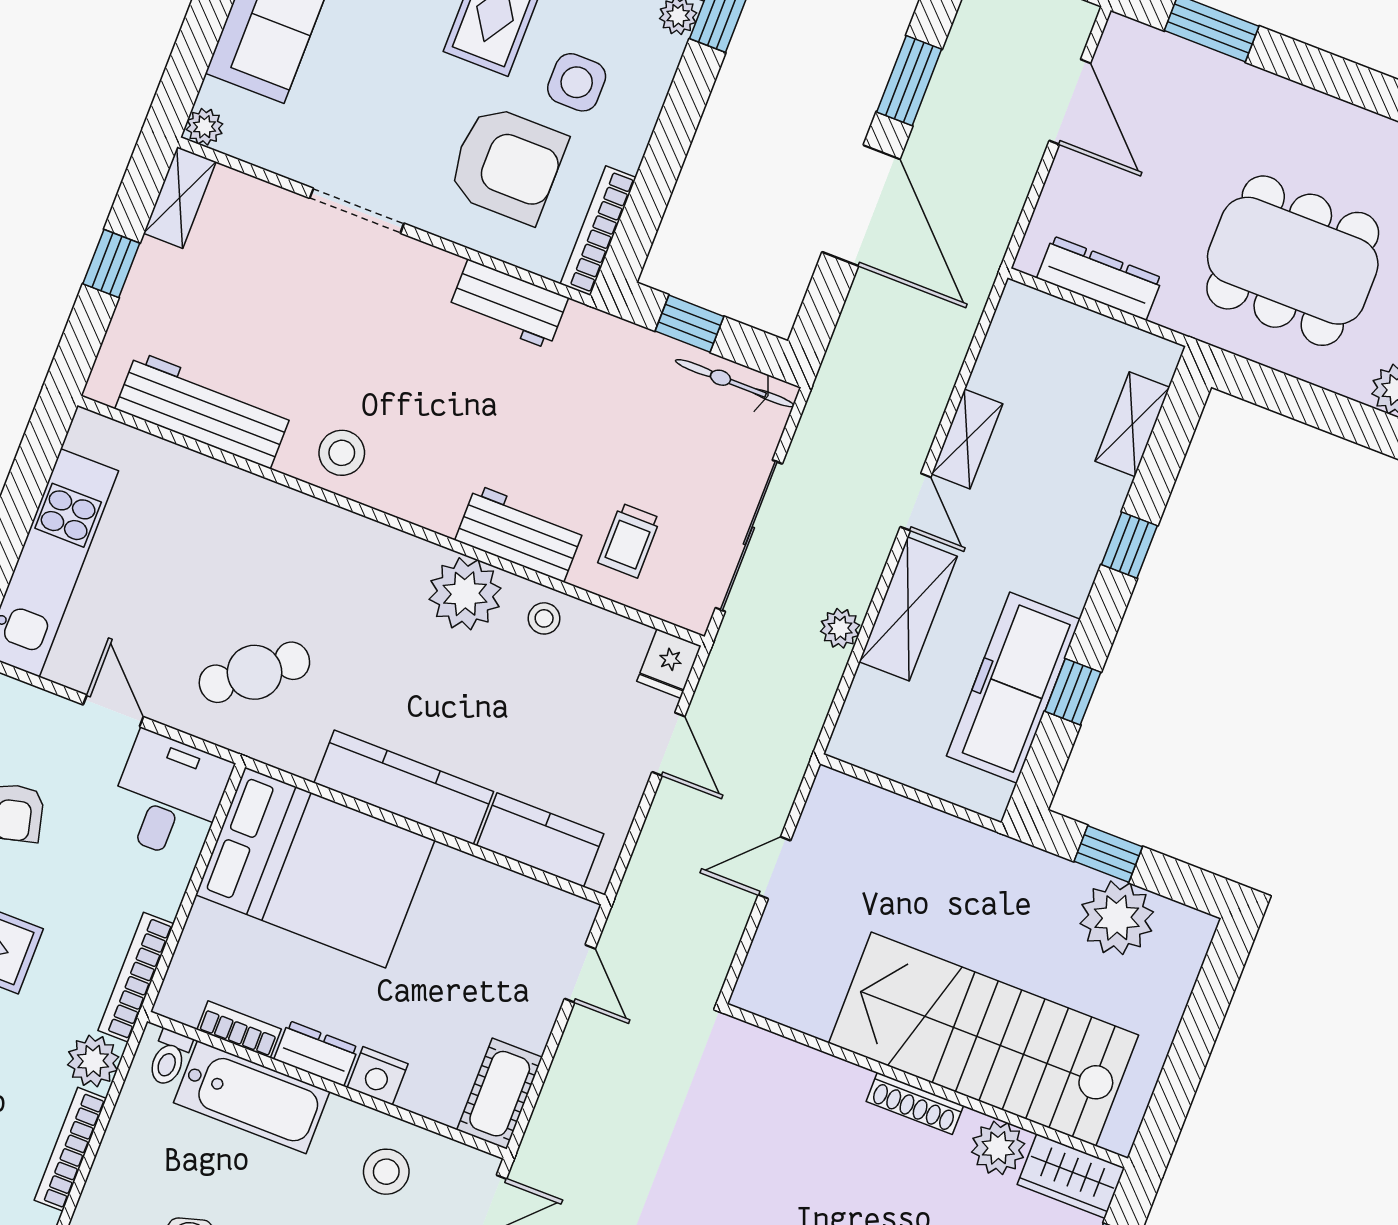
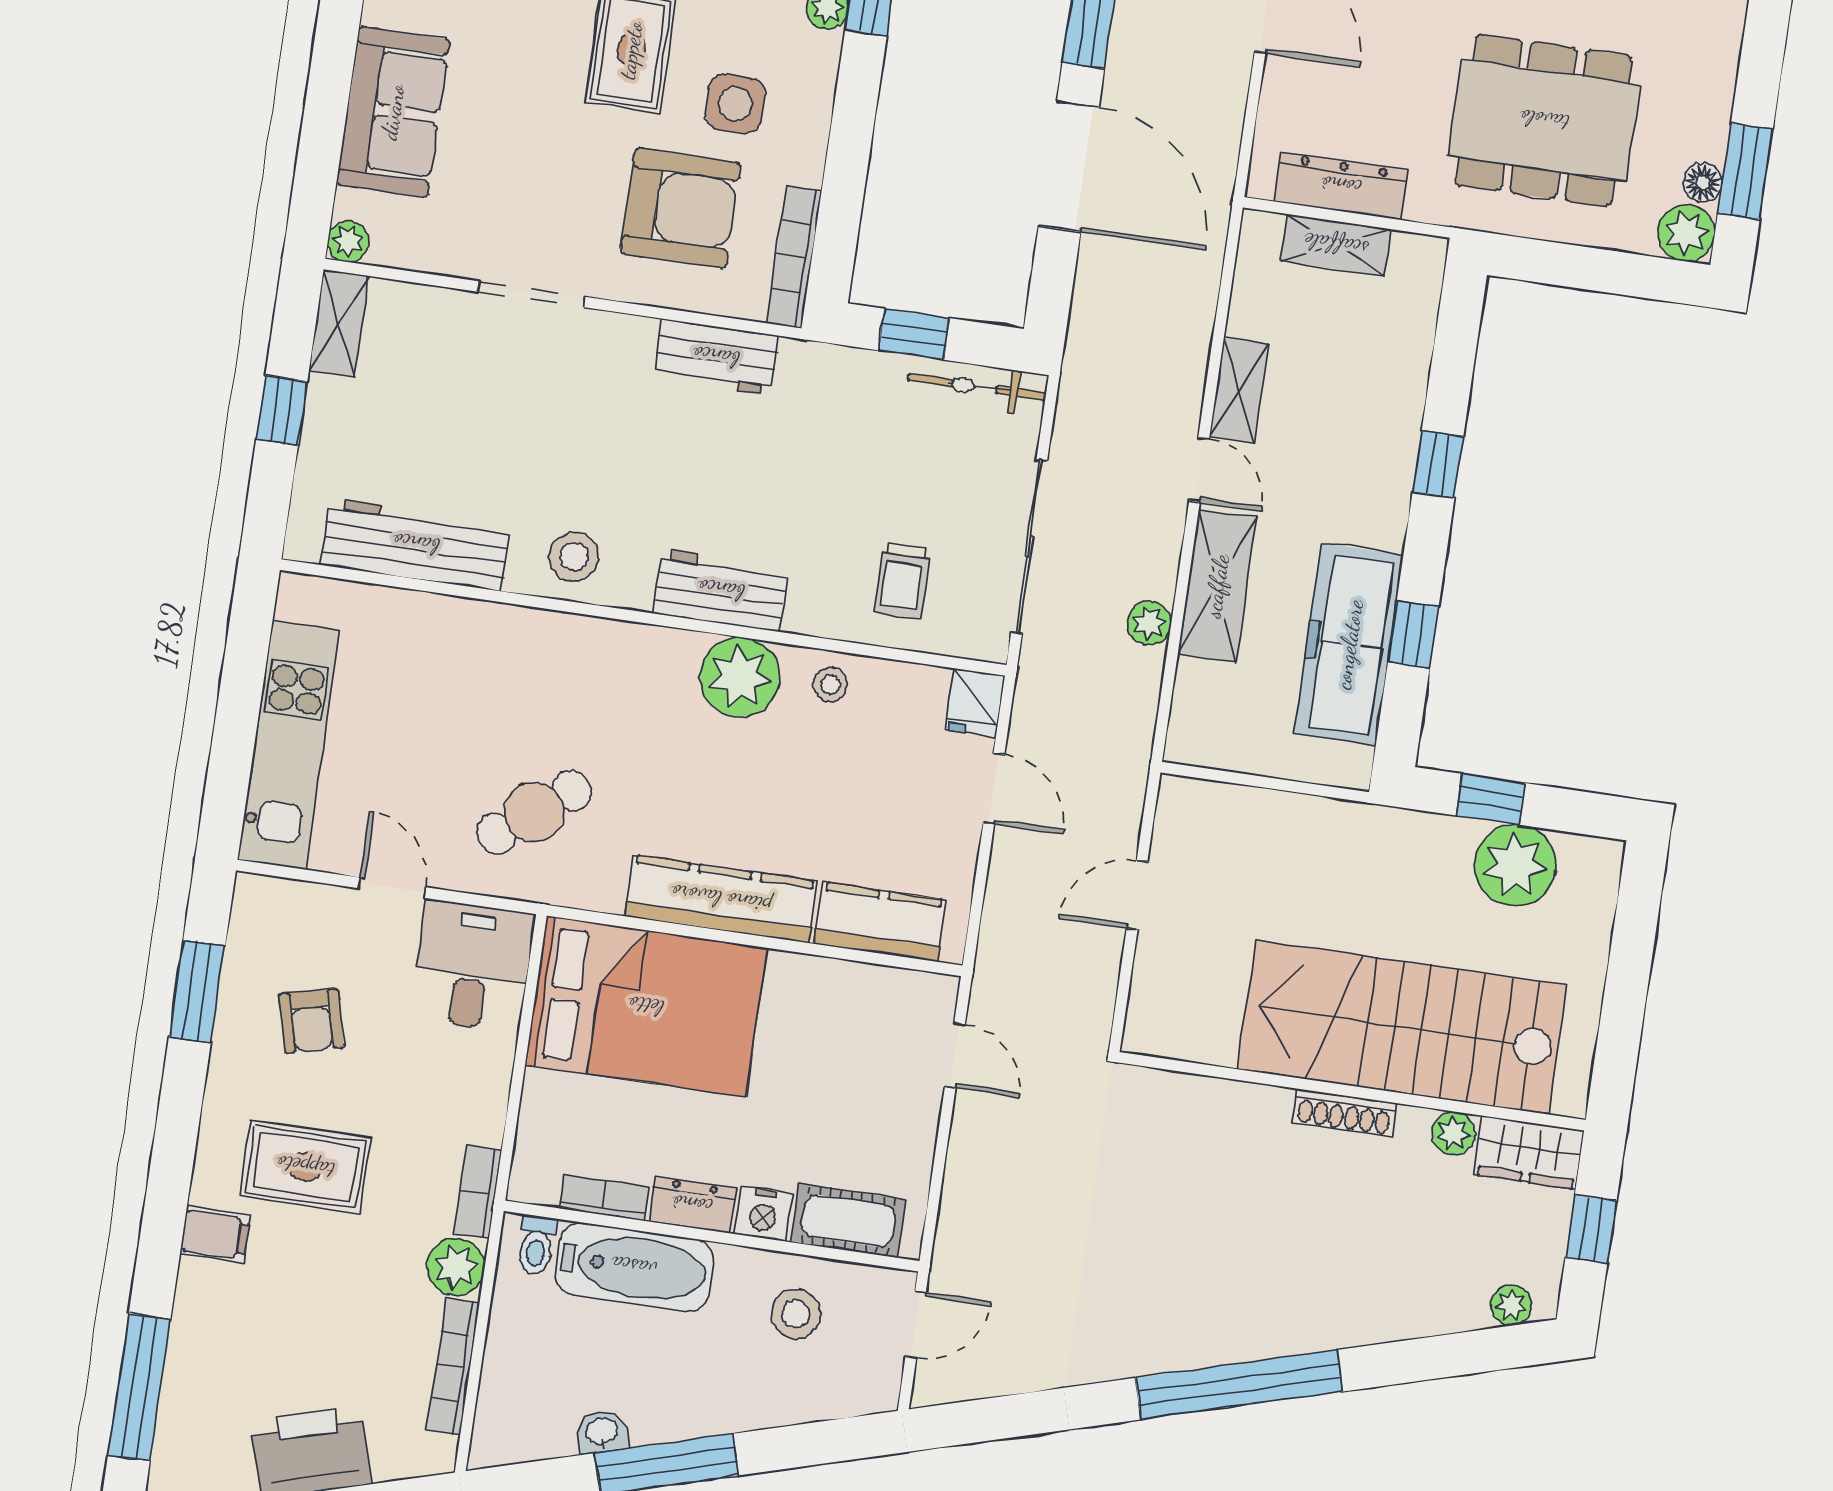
shelving: (1132, 424) -> (1336, 245), moved, turned 90
workbench: (520, 533) -> (721, 590), moved
bookcase: (136, 977) -> (478, 1192), width x0.64
cot: (500, 1094) -> (848, 1221), moved, turned 90
plant: (998, 1148) -> (1453, 1133), width x0.73, depth x0.73

